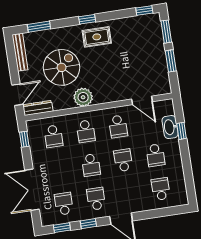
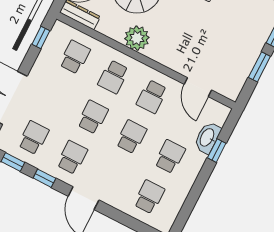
school desk: (53, 136) -> (75, 57), turned 180
school desk: (155, 155) -> (170, 157), turned 180
school desk: (91, 165) -> (93, 117), turned 180

